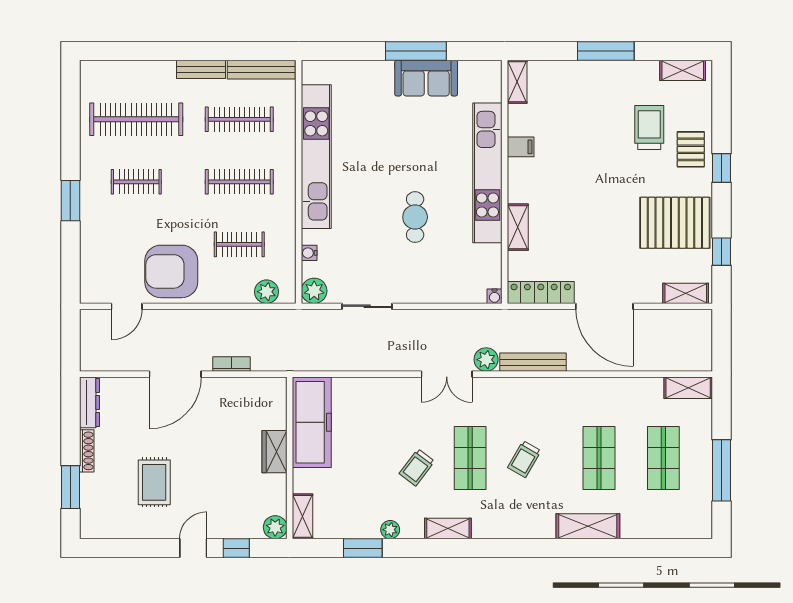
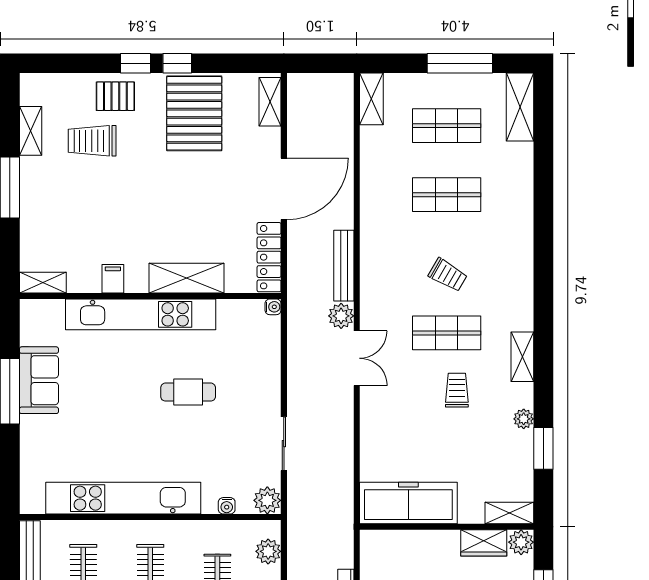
shelving: (683, 70) -> (31, 131), moved
shelving: (518, 227) -> (187, 278), width x1.50, depth x1.33
window: (721, 252) -> (177, 63), moved
wardrobe: (274, 452) -> (484, 543), moved
trolley: (417, 467) -> (457, 390), turned -127
shelving: (588, 526) -> (520, 107), moved

